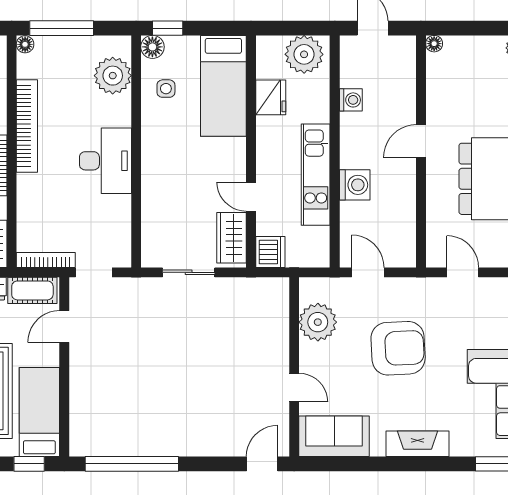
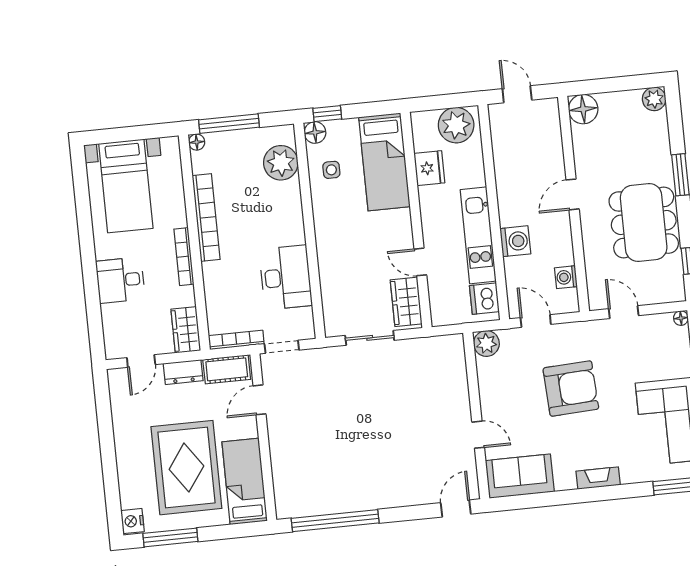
floor lamp: (434, 44) -> (583, 109), width x1.89, depth x1.89
washing machine: (351, 100) -> (566, 277), moved, turned 180
desk: (105, 161) -> (286, 277), moved
dishwasher: (270, 252) -> (484, 299), moved, turned 180
plant: (318, 322) -> (486, 343), moved, width x0.73, depth x0.73
fireplace: (418, 444) -> (598, 478), width x0.73, depth x0.76
window: (29, 464) -> (240, 530), removed

